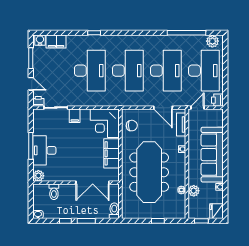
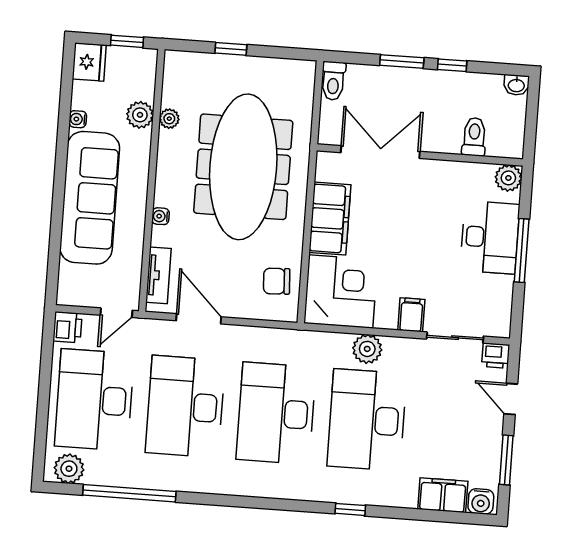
plant: (92, 100) -> (367, 349), added

